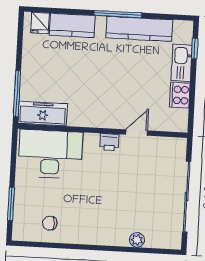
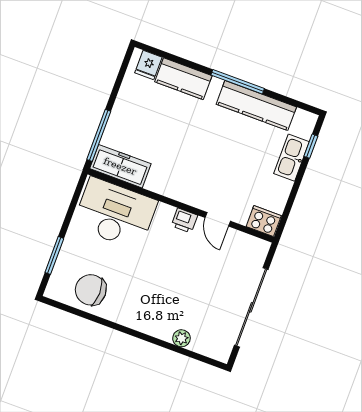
cooker: (180, 95) -> (264, 221), moved, turned 90
door: (137, 133) -> (218, 219), swing flipped
chair: (50, 223) -> (91, 290), width x1.87, depth x1.87

